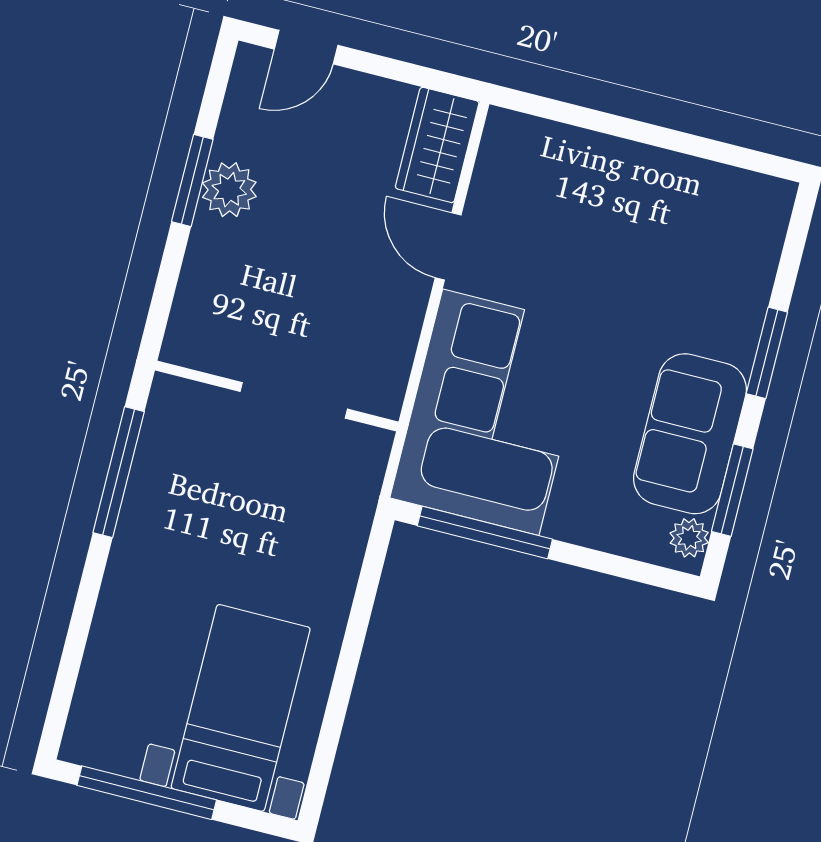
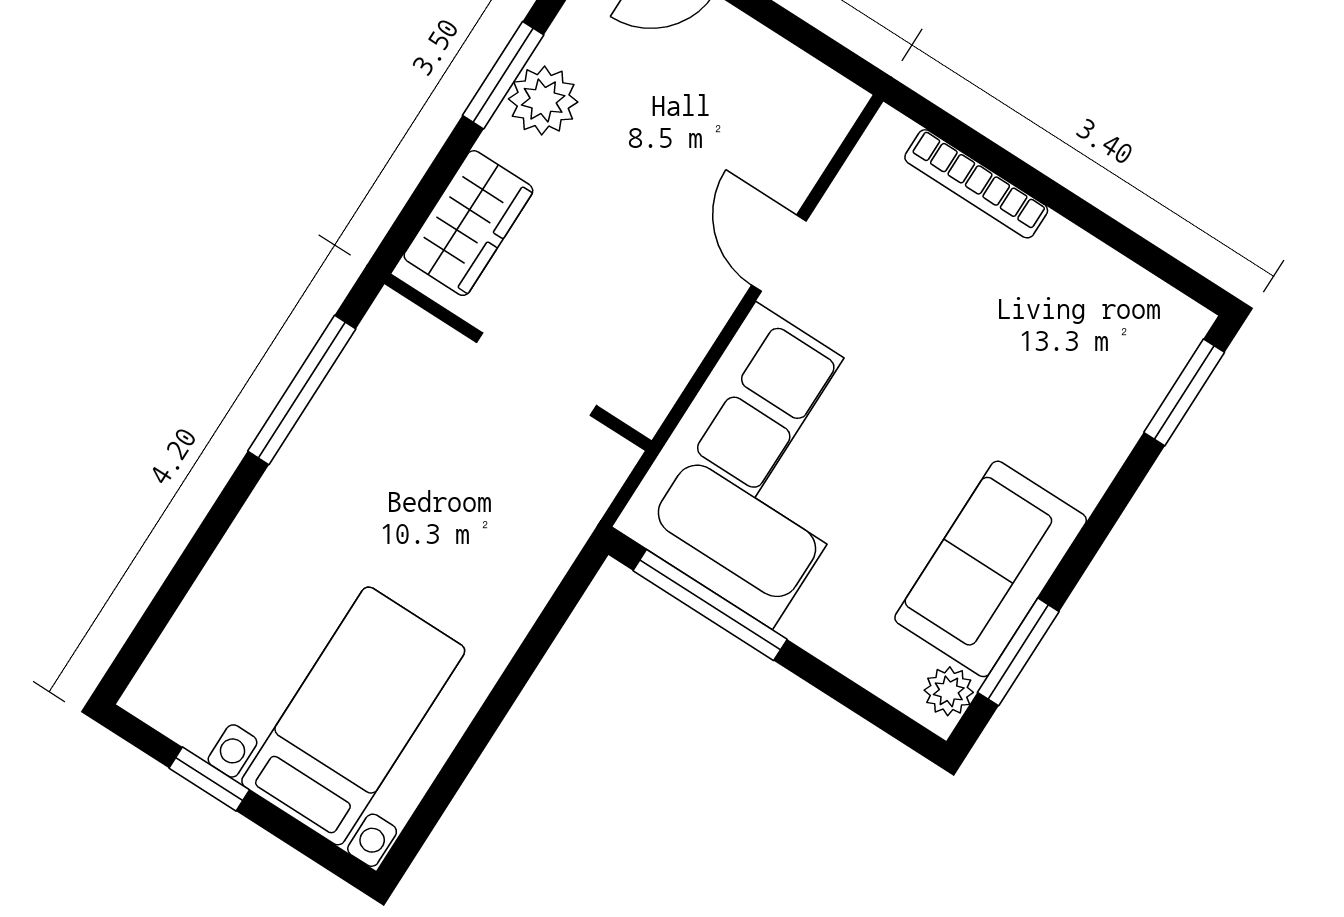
bookcase: (581, 143) -> (976, 184), added
wardrobe: (437, 145) -> (468, 223), moved, turned 180
window: (767, 353) -> (1184, 392), moved
window: (147, 793) -> (209, 779), width x0.46

